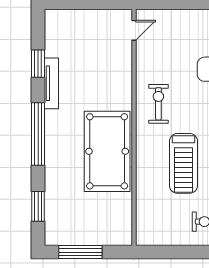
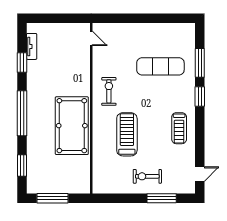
door: (134, 30) -> (91, 38), hinge flipped
tv unit: (51, 83) -> (32, 46), moved, width x0.71
treadmill: (183, 163) -> (127, 134), turned 180

